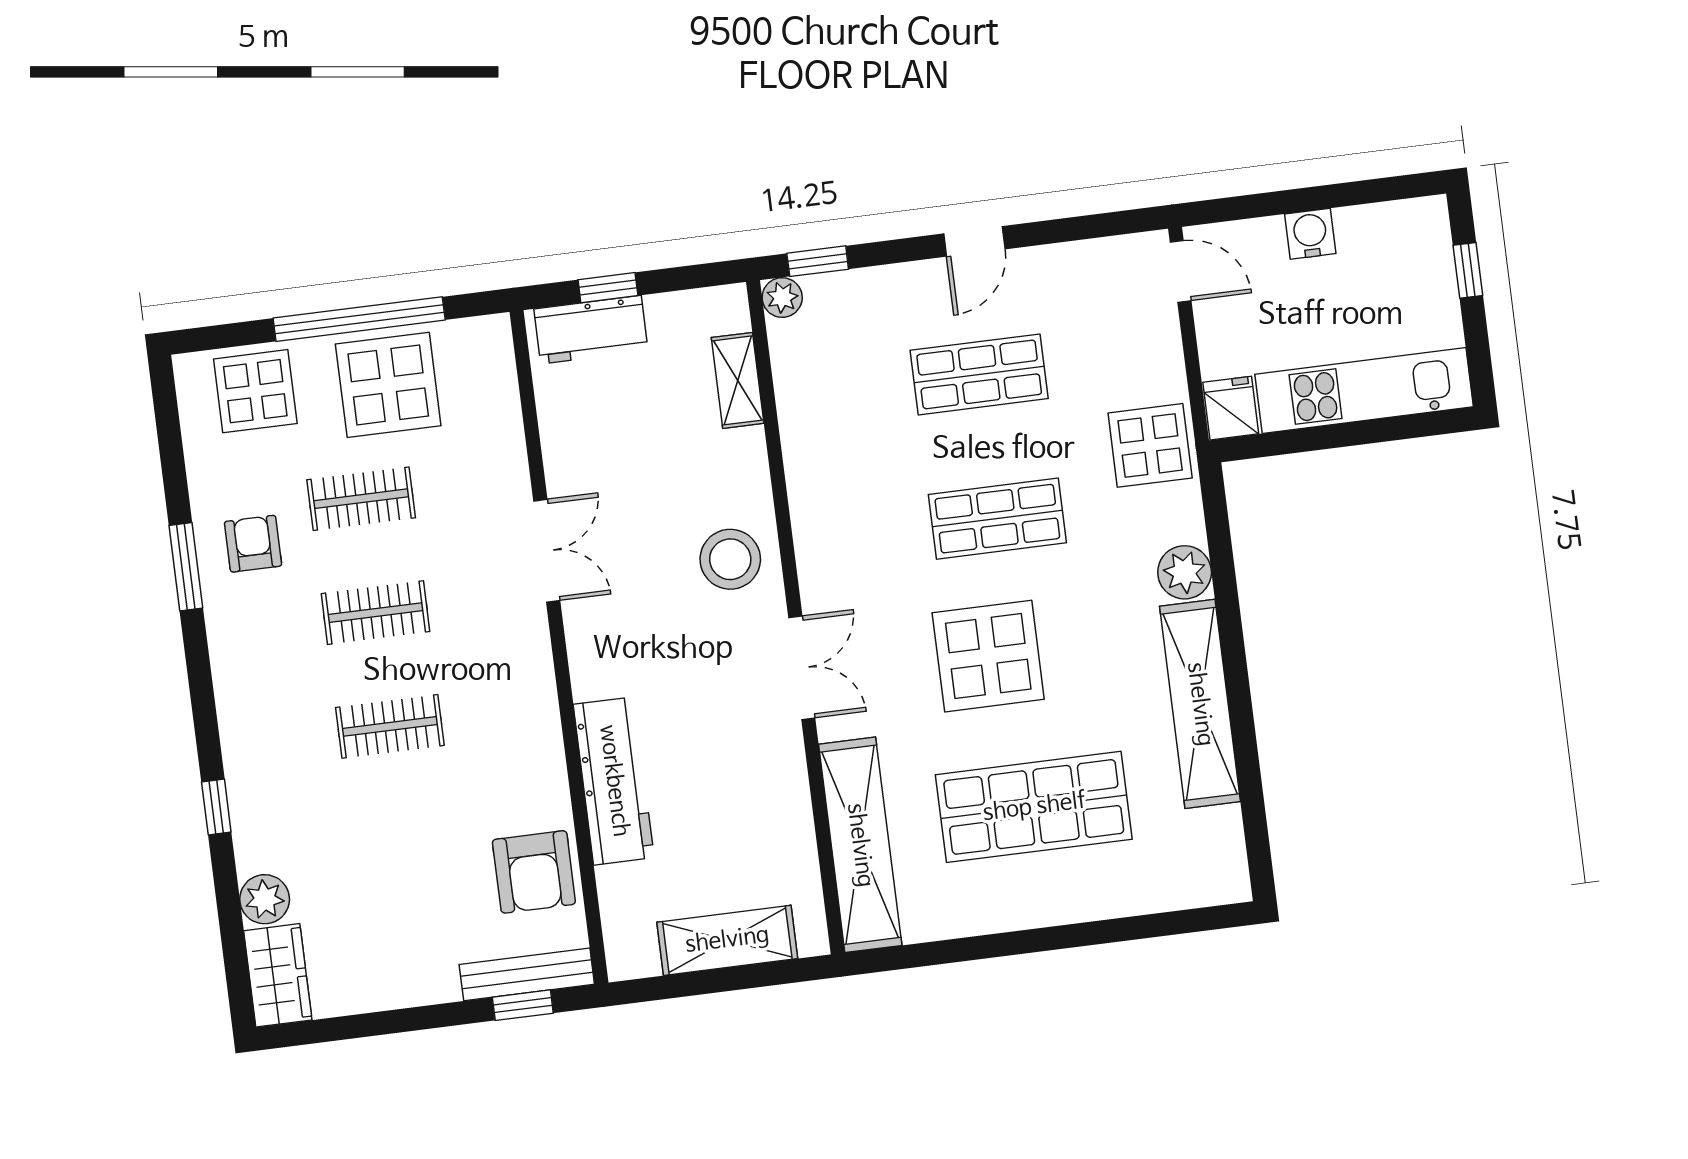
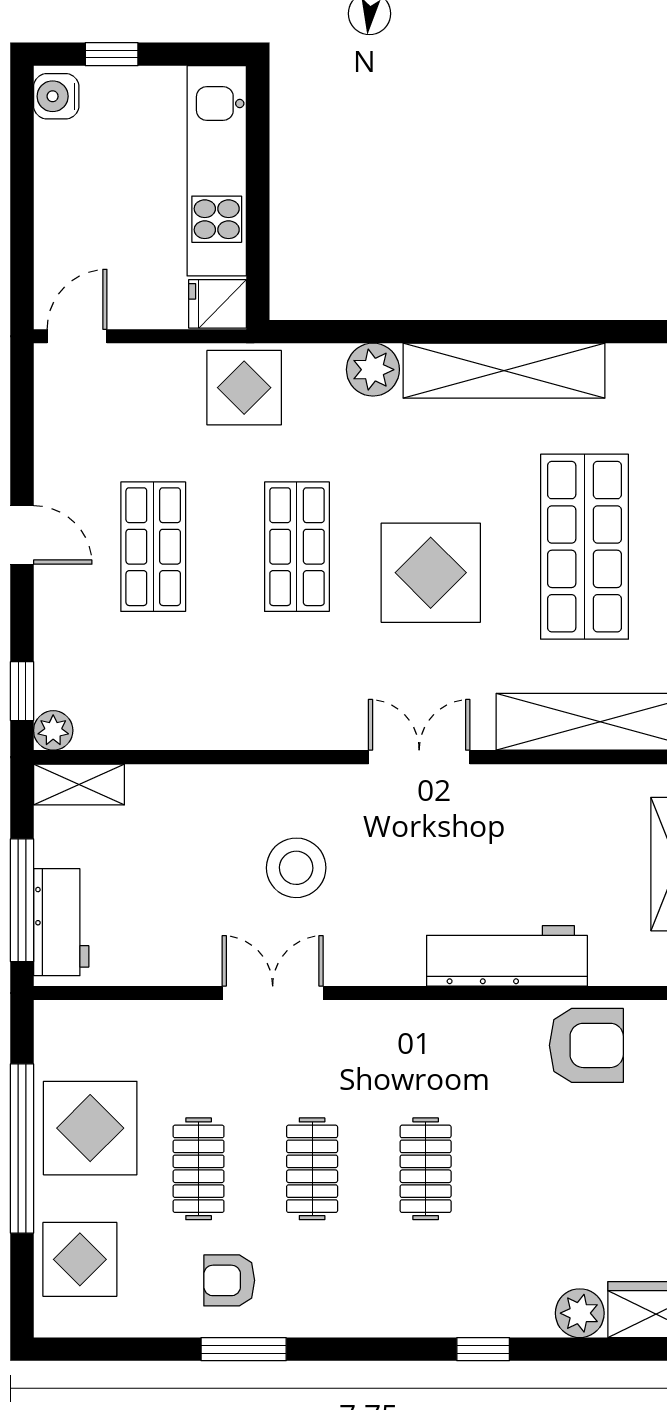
water cooler: (1310, 234) -> (56, 96), moved
window: (608, 288) -> (22, 900), width x2.17
shelving: (738, 380) -> (79, 785), moved
stool: (730, 559) -> (296, 868), moved

